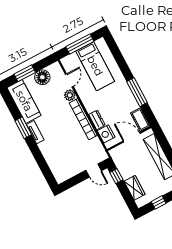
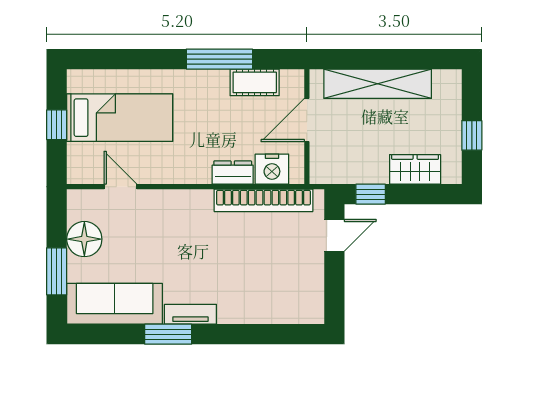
window: (80, 44) -> (57, 125), width x0.46
plant: (70, 95) -> (152, 202), removed
bookcase: (83, 119) -> (264, 200), moved
cot: (140, 120) -> (255, 82), moved

